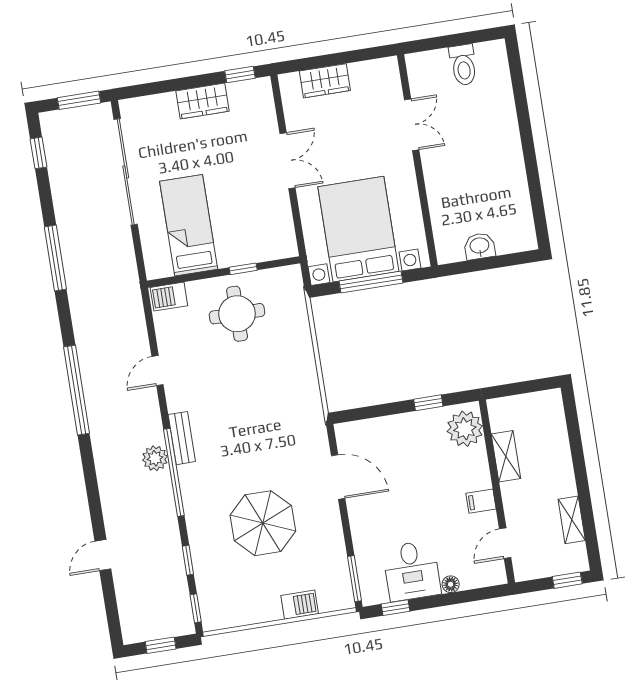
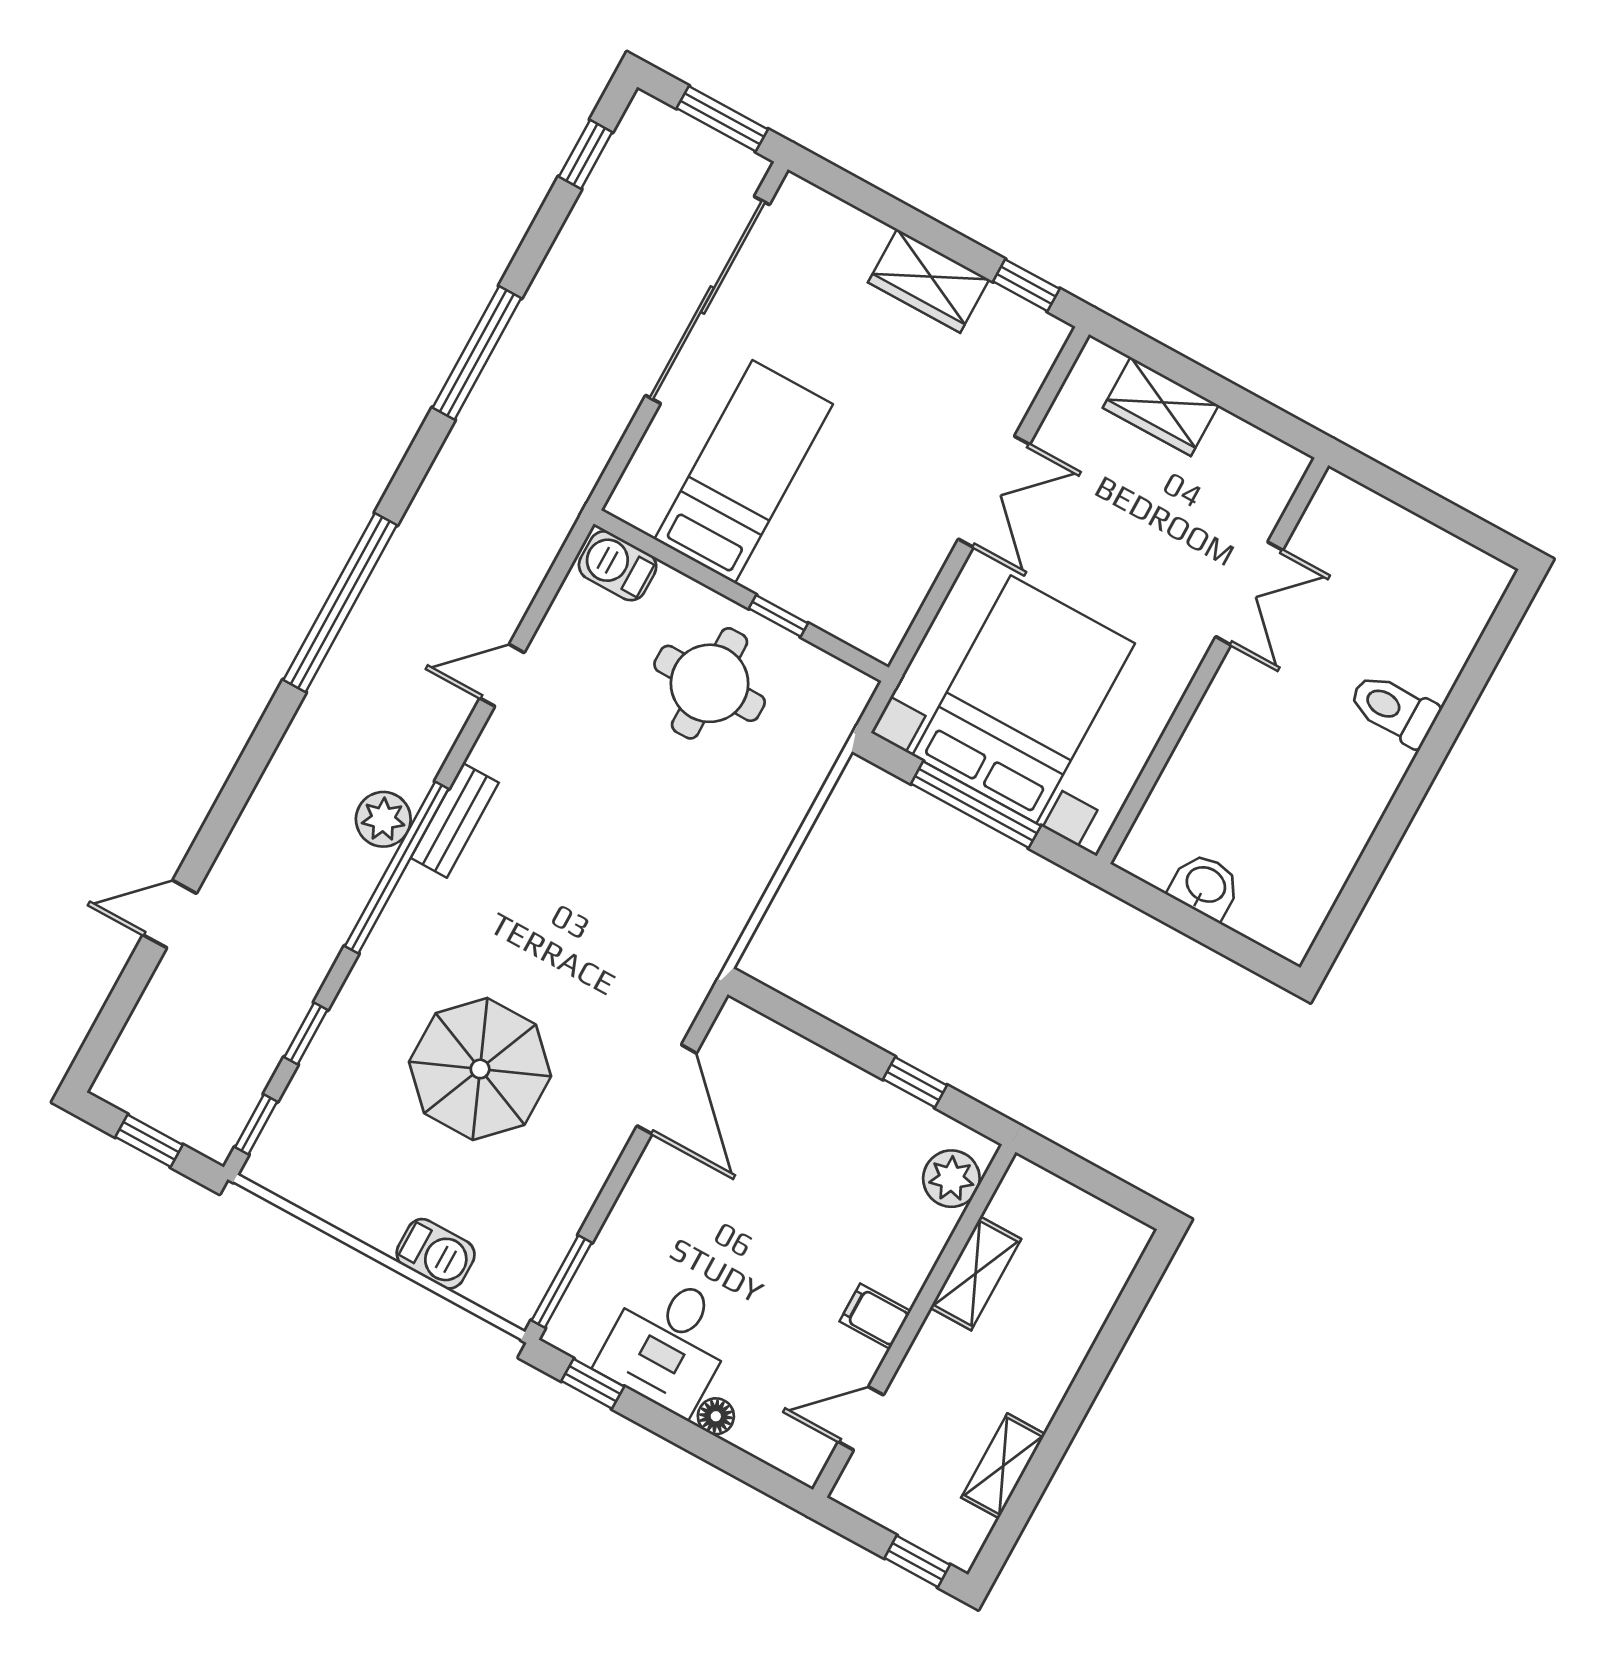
toilet: (463, 65) -> (1394, 709), moved, turned 90
plant: (465, 429) -> (951, 1179), width x0.73, depth x0.73

